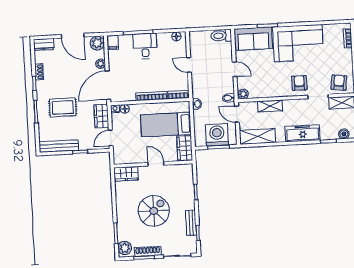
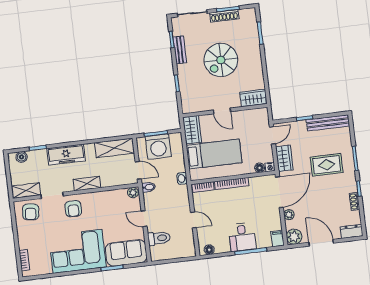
toilet: (221, 36) -> (159, 238), moved
shelving: (270, 106) -> (87, 184), moved
plant: (125, 248) -> (249, 18), removed

